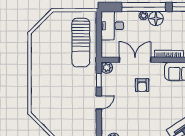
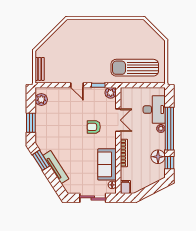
floor lamp: (156, 19) -> (158, 157), moved
desk: (112, 26) -> (154, 110), moved, turned 90
double door: (135, 60) -> (118, 120), width x0.73

